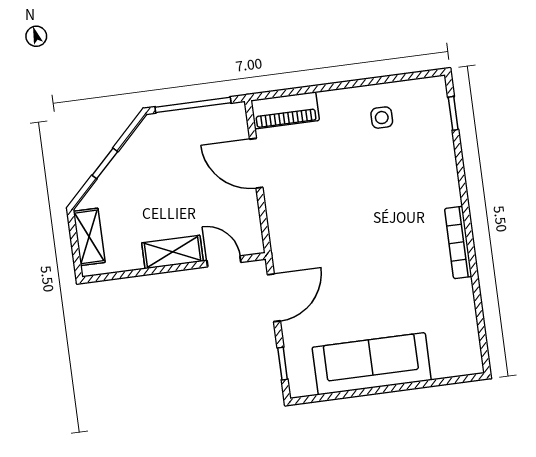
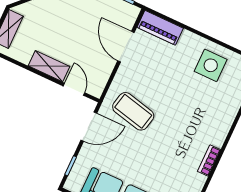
side table: (382, 118) -> (211, 65), width x1.87, depth x1.87
coffee table: (319, 241) -> (133, 111), added
bookcase: (458, 243) -> (209, 160), width x0.64

